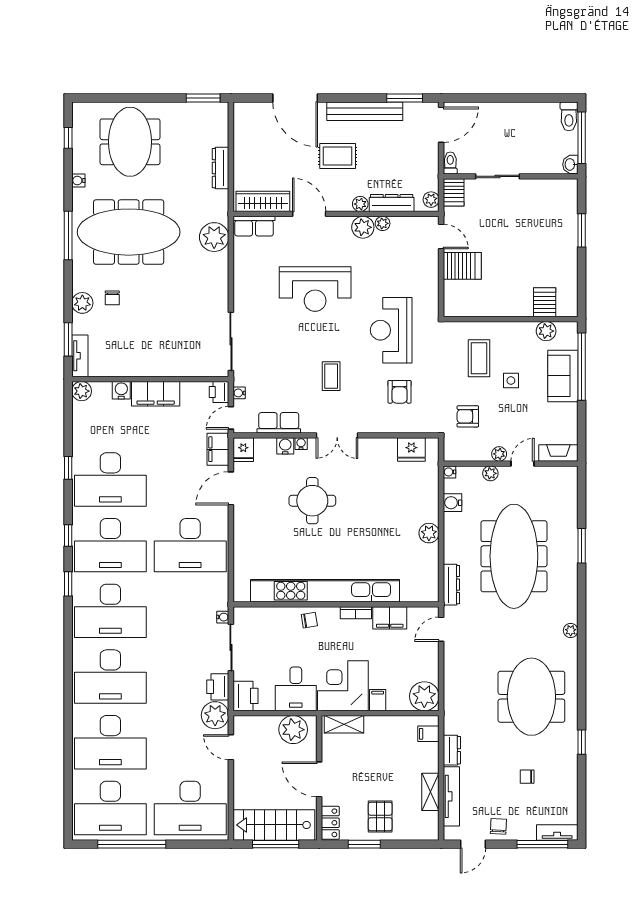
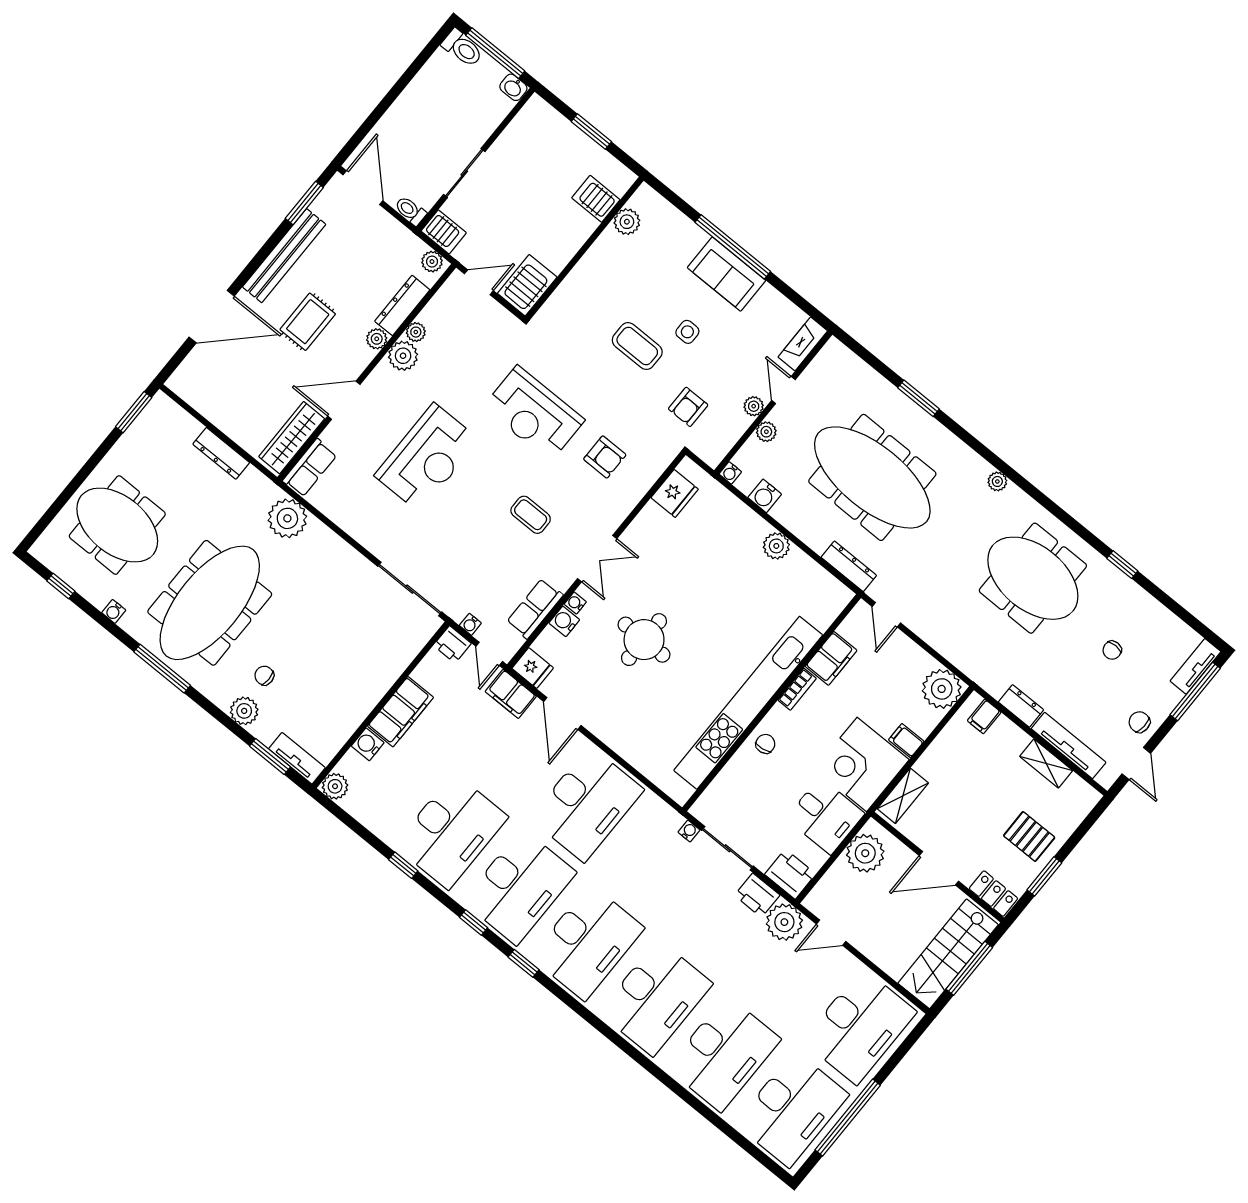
chair: (112, 298) -> (264, 676), turned 180
server rack: (545, 302) -> (596, 199), moved
wall: (511, 319) -> (584, 248), moved
plant: (546, 331) -> (627, 222), moved

